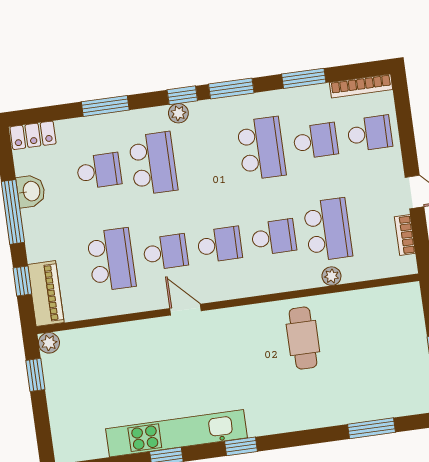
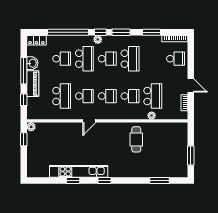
window: (105, 106) -> (68, 32), width x2.11
school desk: (315, 141) -> (107, 59), moved
piano: (46, 294) -> (33, 84), moved
door: (185, 310) -> (89, 121), swing flipped

